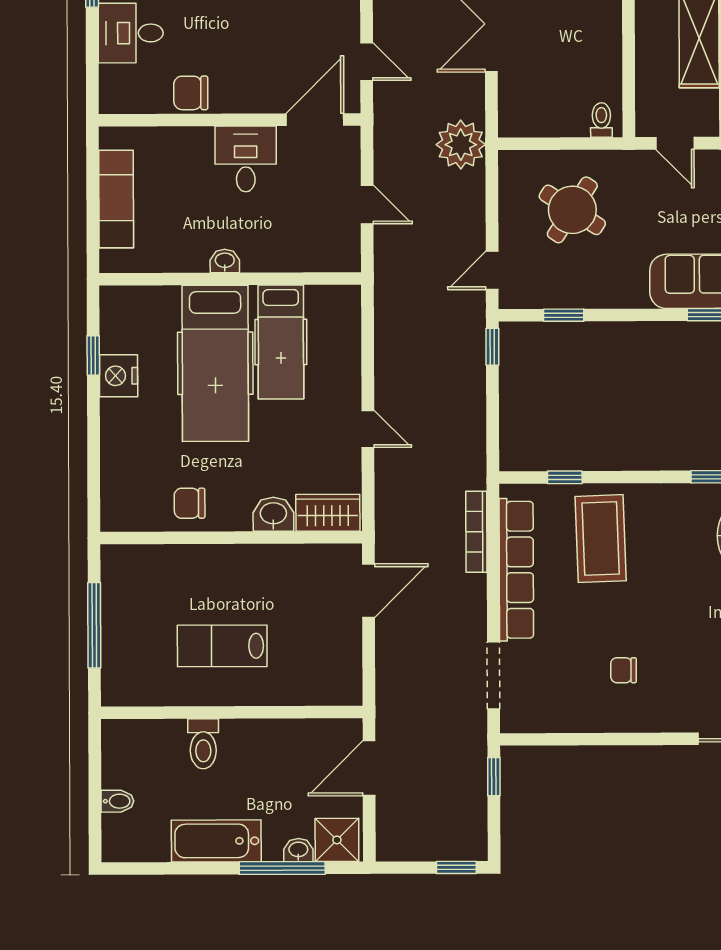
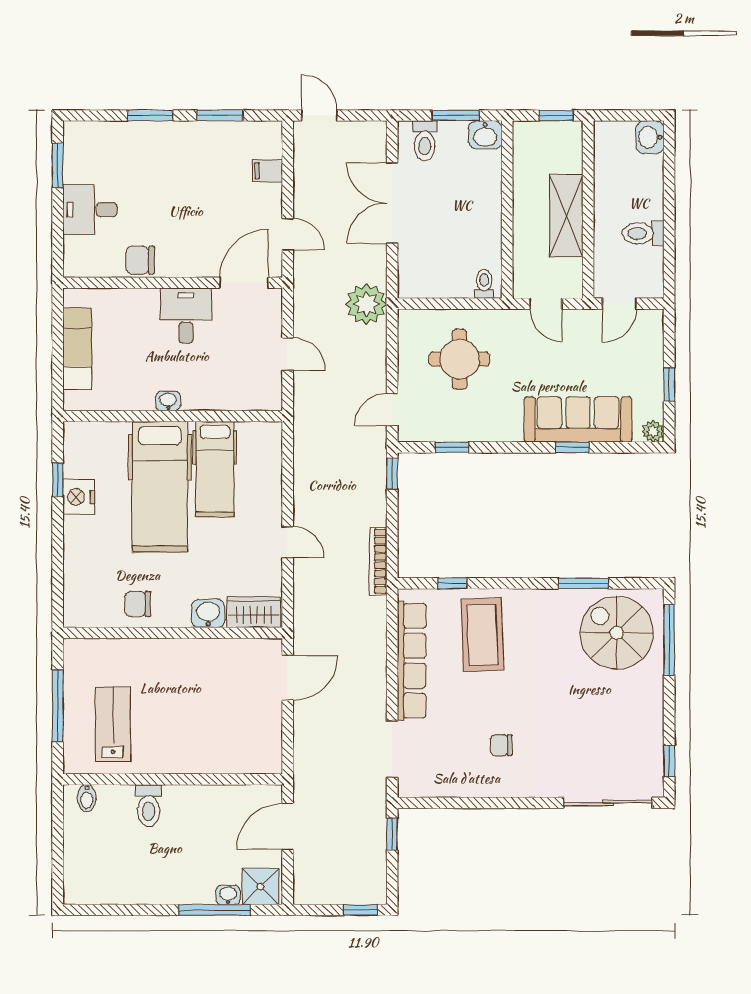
round table: (572, 210) -> (460, 359), turned -33
bookcase: (476, 532) -> (378, 561), moved
lab bench: (222, 646) -> (113, 724), moved, turned 90
bidet: (117, 801) -> (87, 798), moved, turned 90
bathtub: (216, 841) -> (159, 887), removed

